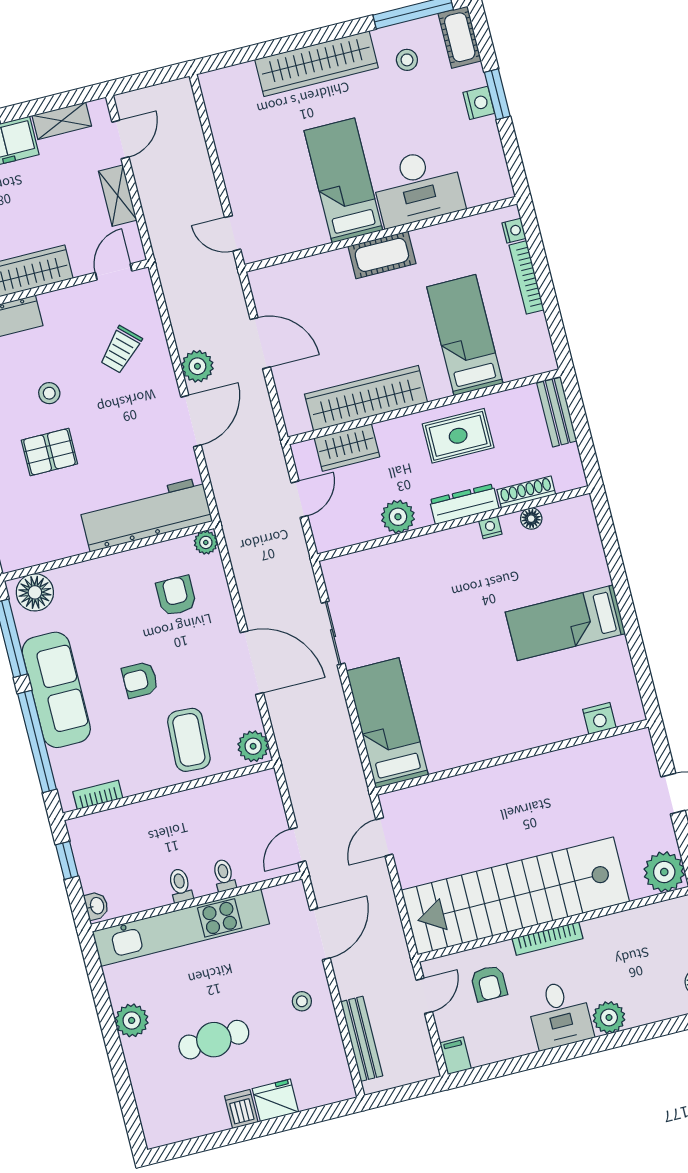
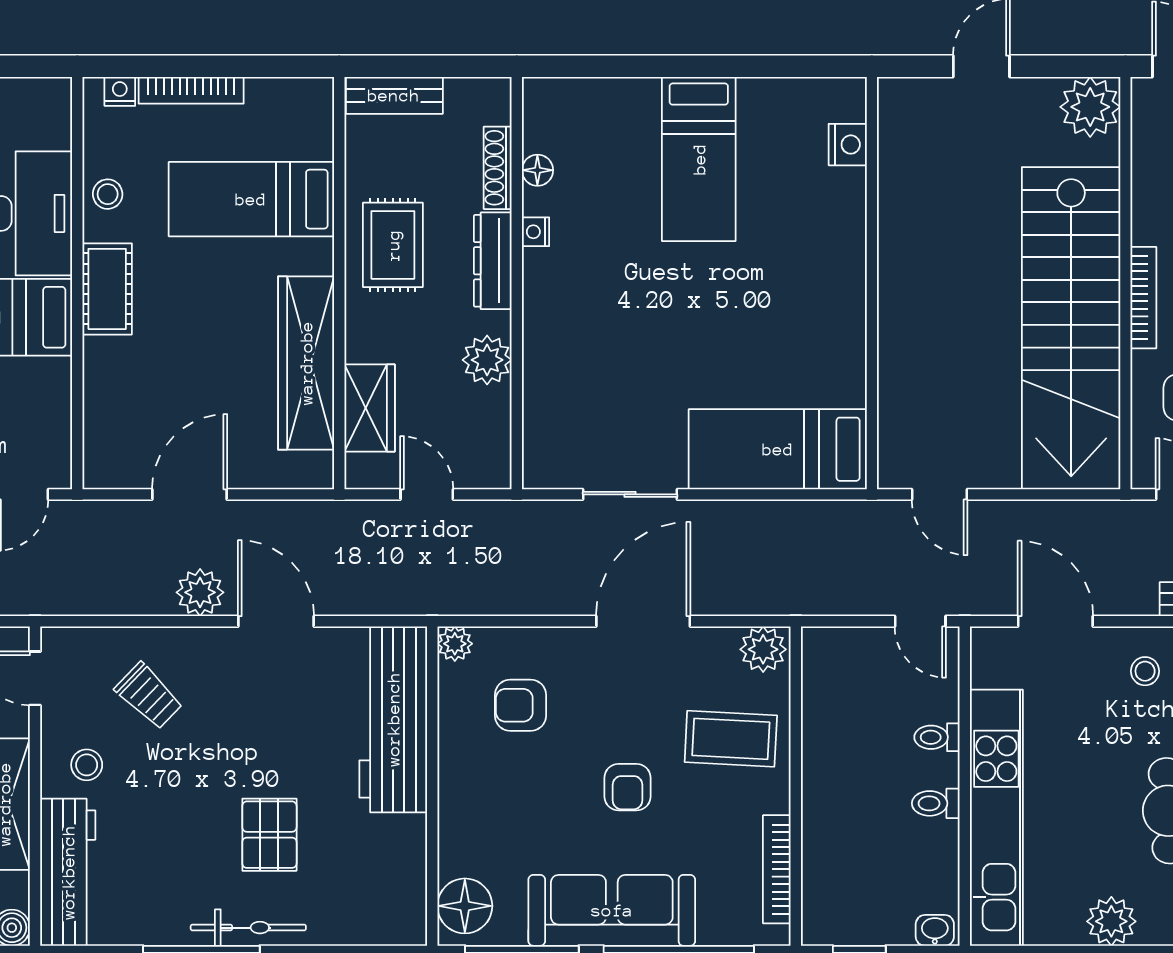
stool: (444, 240) -> (108, 194), added
stool: (49, 393) -> (87, 765), moved
bookcase: (98, 795) -> (777, 869), width x1.56

